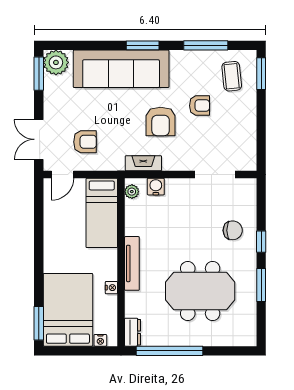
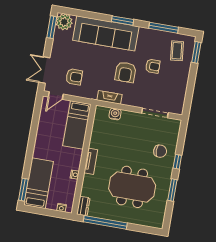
plant: (132, 192) -> (99, 114), removed
tv unit: (132, 263) -> (91, 161), width x0.71
bed: (68, 310) -> (39, 183), width x0.67

